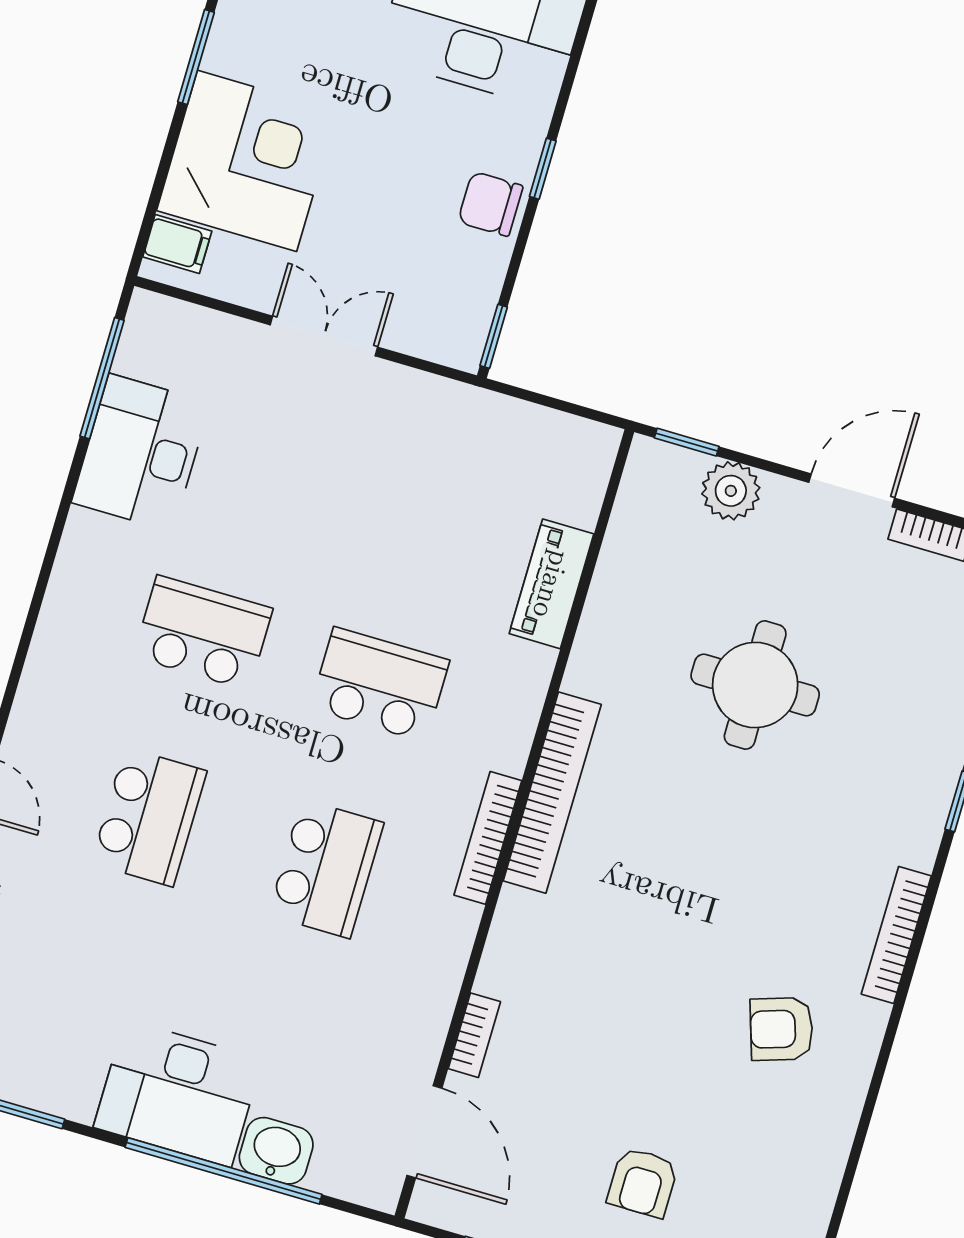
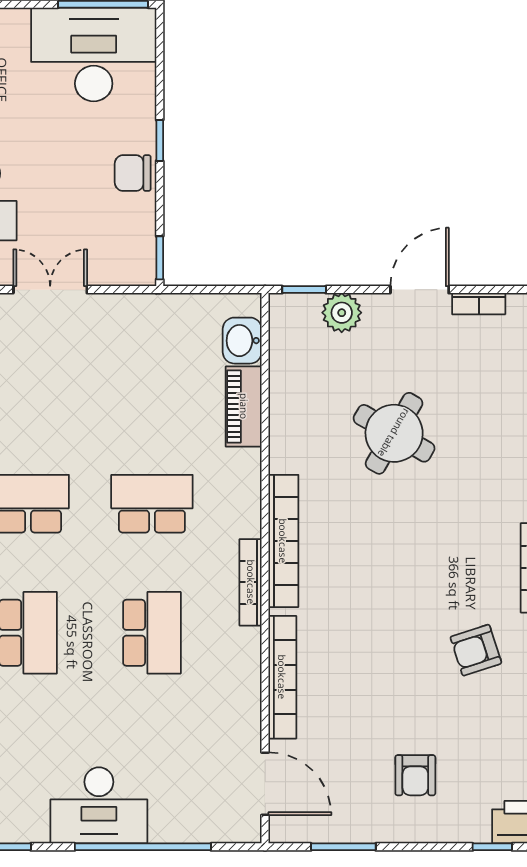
round table: (755, 685) -> (394, 433), turned 30
bookcase: (474, 1035) -> (282, 677), width x2.31, depth x1.31
washbasin: (276, 1151) -> (242, 341), moved, turned -90

